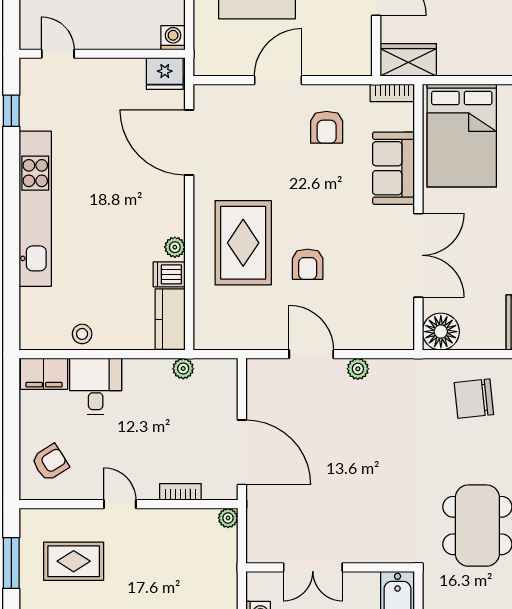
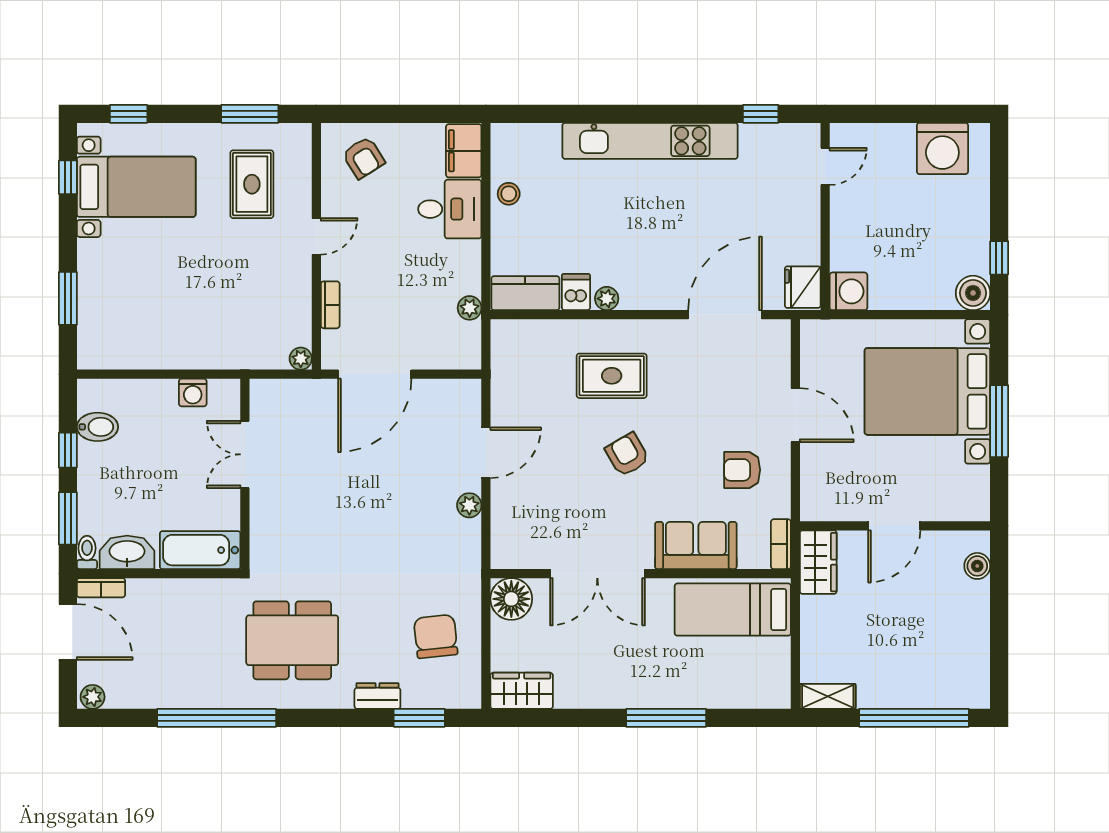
washing machine: (173, 38) -> (848, 291), width x1.38, depth x1.38
bed: (462, 136) -> (733, 610), width x0.67
rug: (243, 243) -> (612, 376), width x0.73, depth x0.70
armchair: (308, 264) -> (627, 455), moved, turned 60

